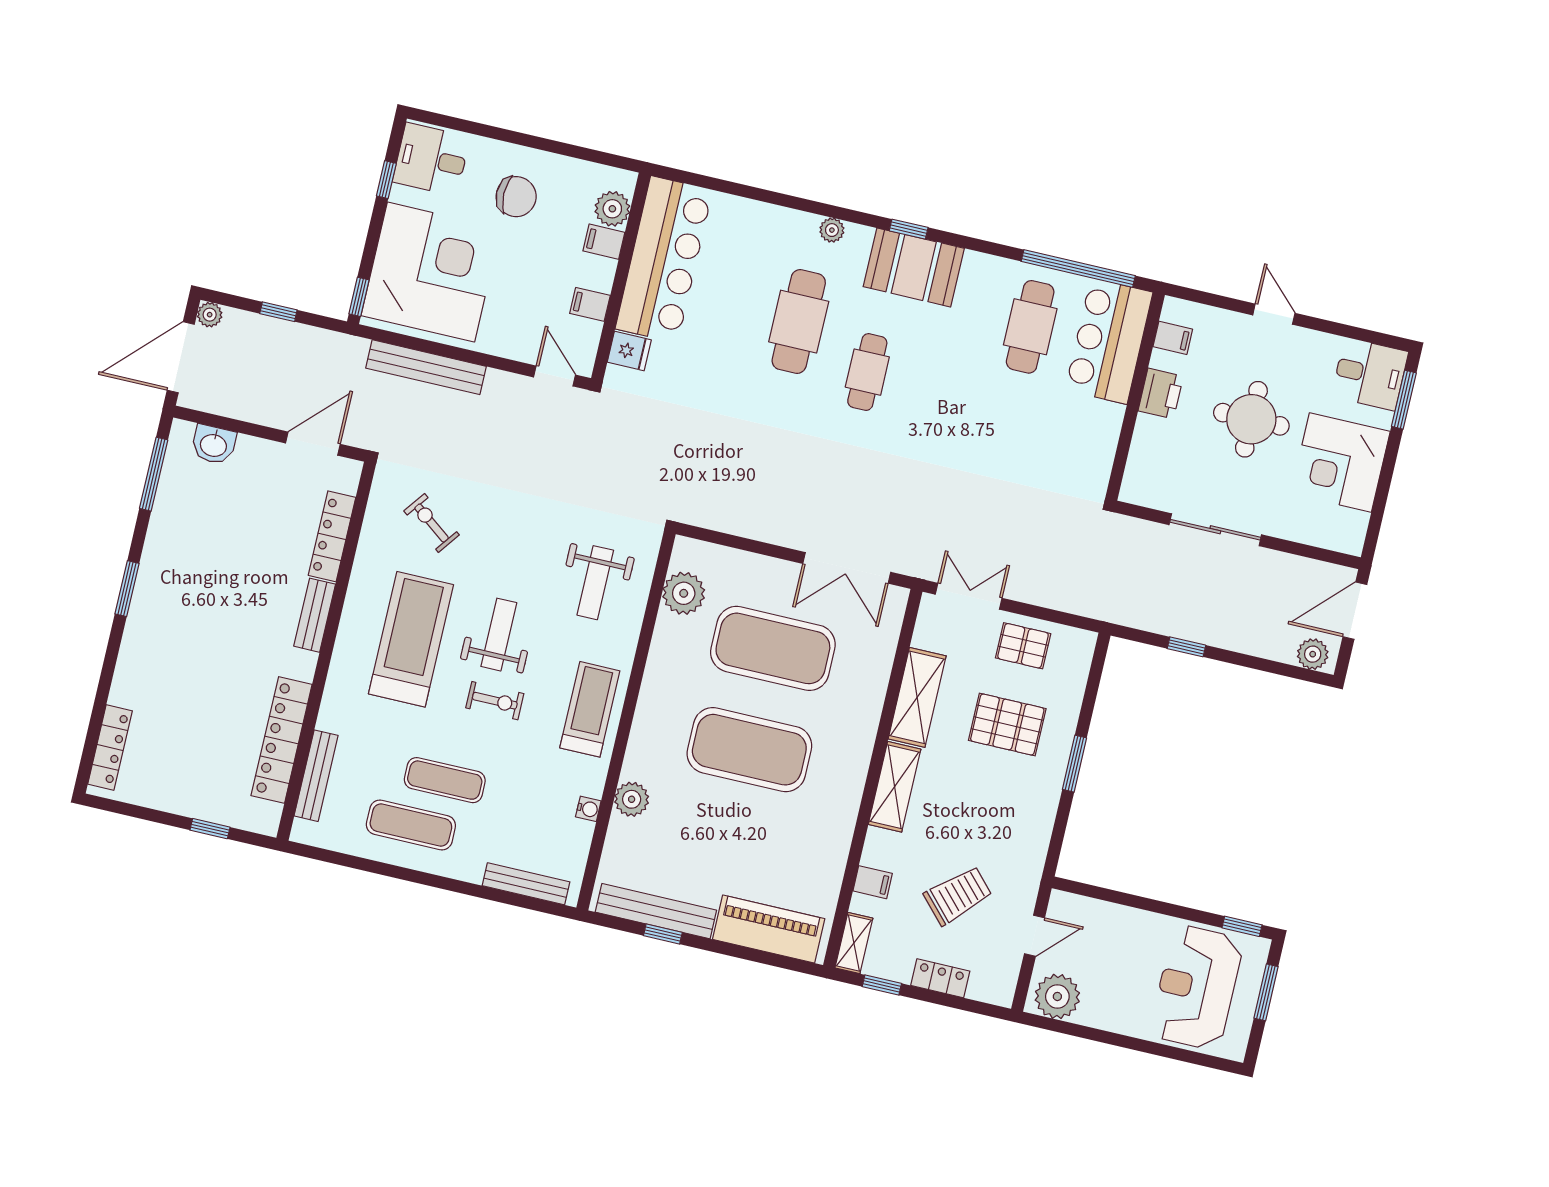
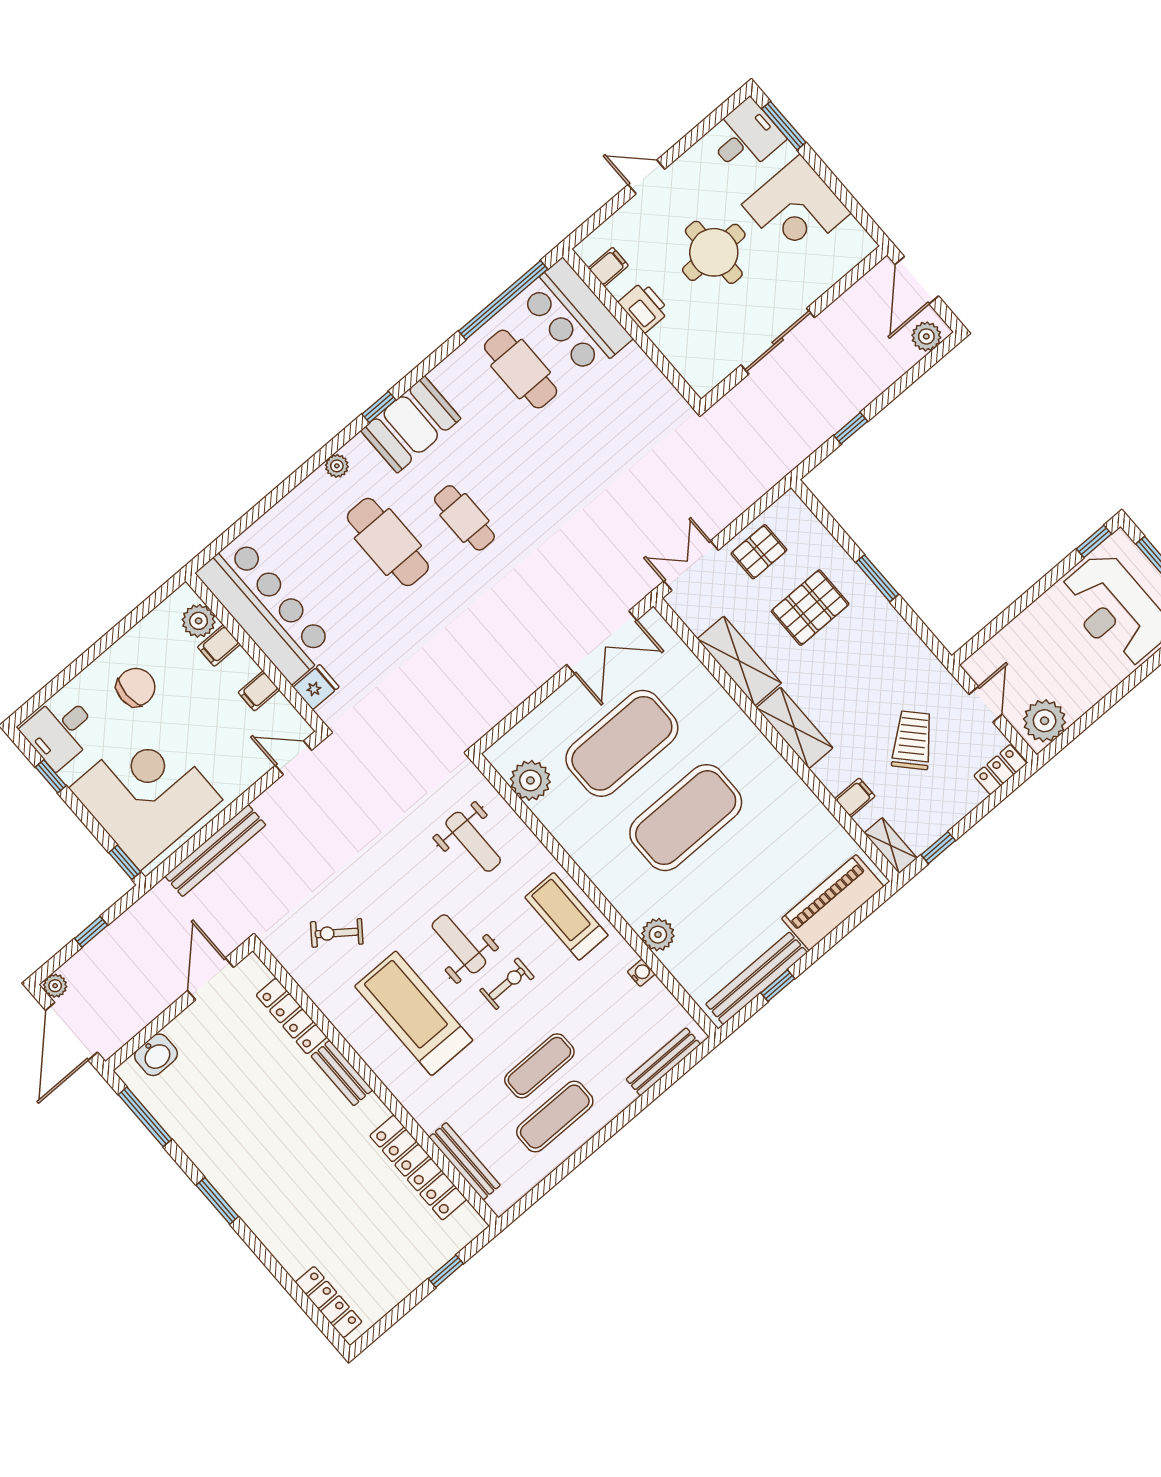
locker: (940, 978) -> (1000, 770), moved

